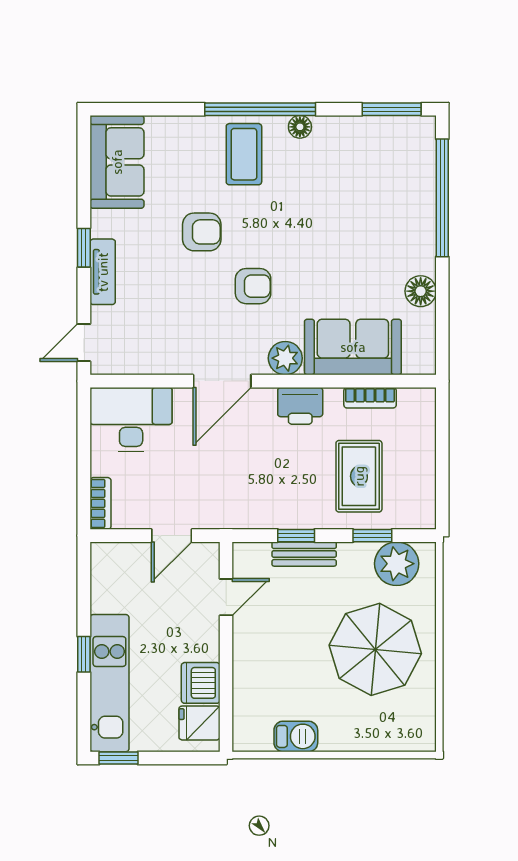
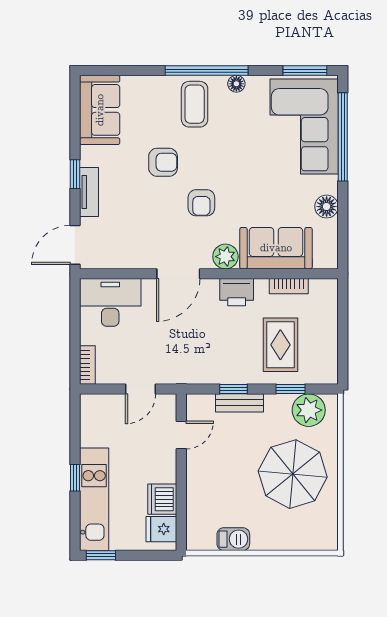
corner sofa: (391, 184) -> (304, 127), added
armchair: (253, 286) -> (201, 203), turned 90
door: (84, 343) -> (75, 245), width x1.37

